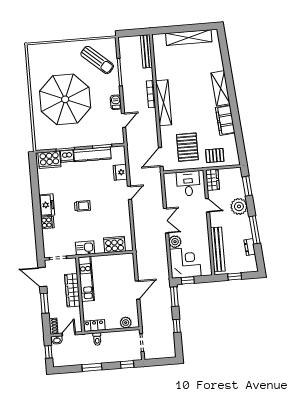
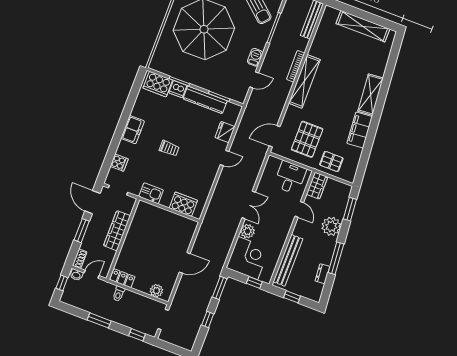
cooker: (47, 223) -> (119, 163), moved
kitchen unit: (86, 279) -> (137, 226), removed
window: (188, 280) -> (254, 282), moved

